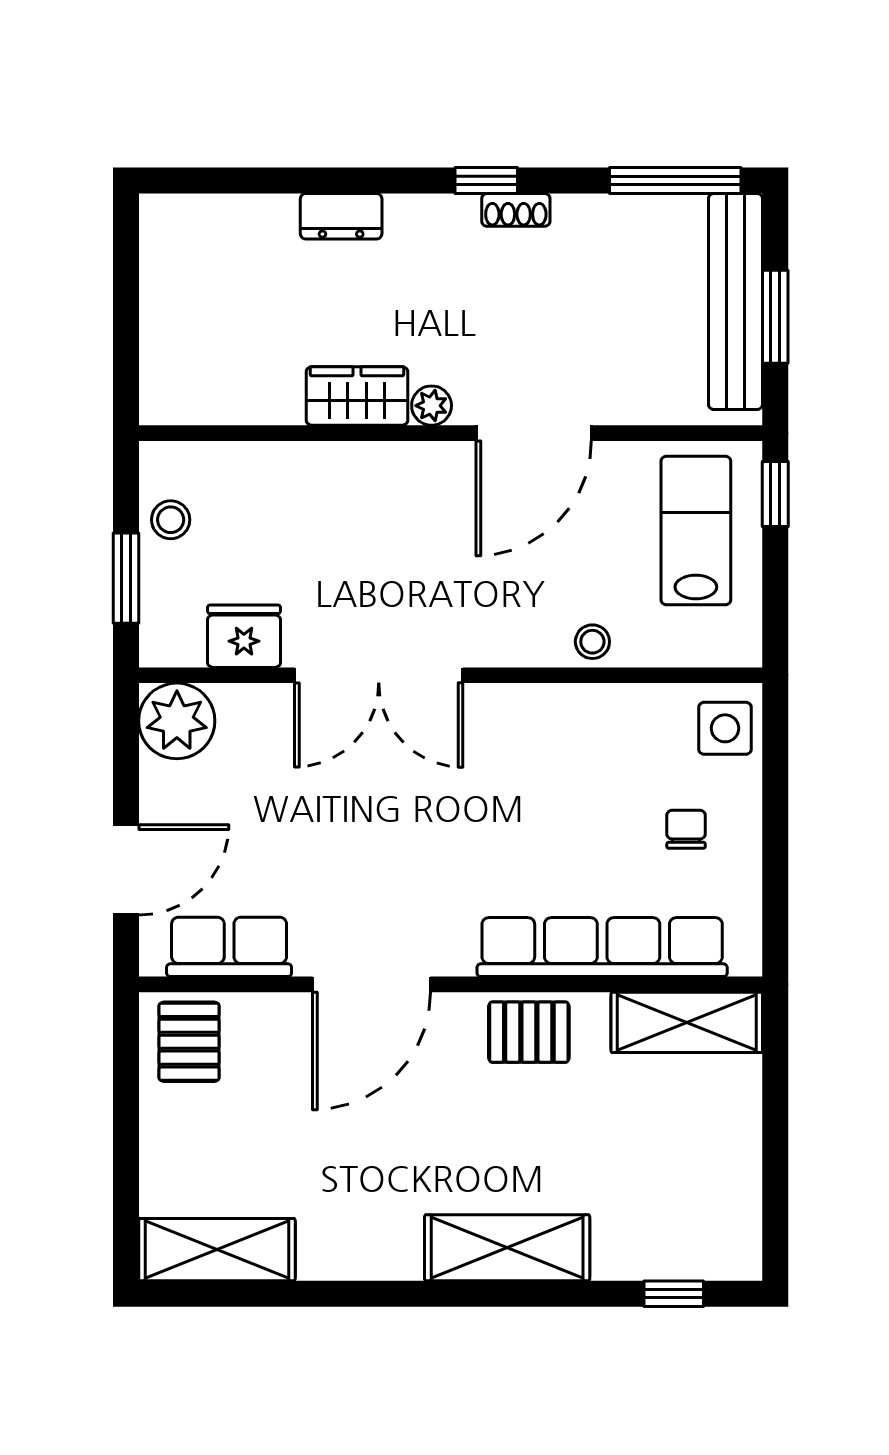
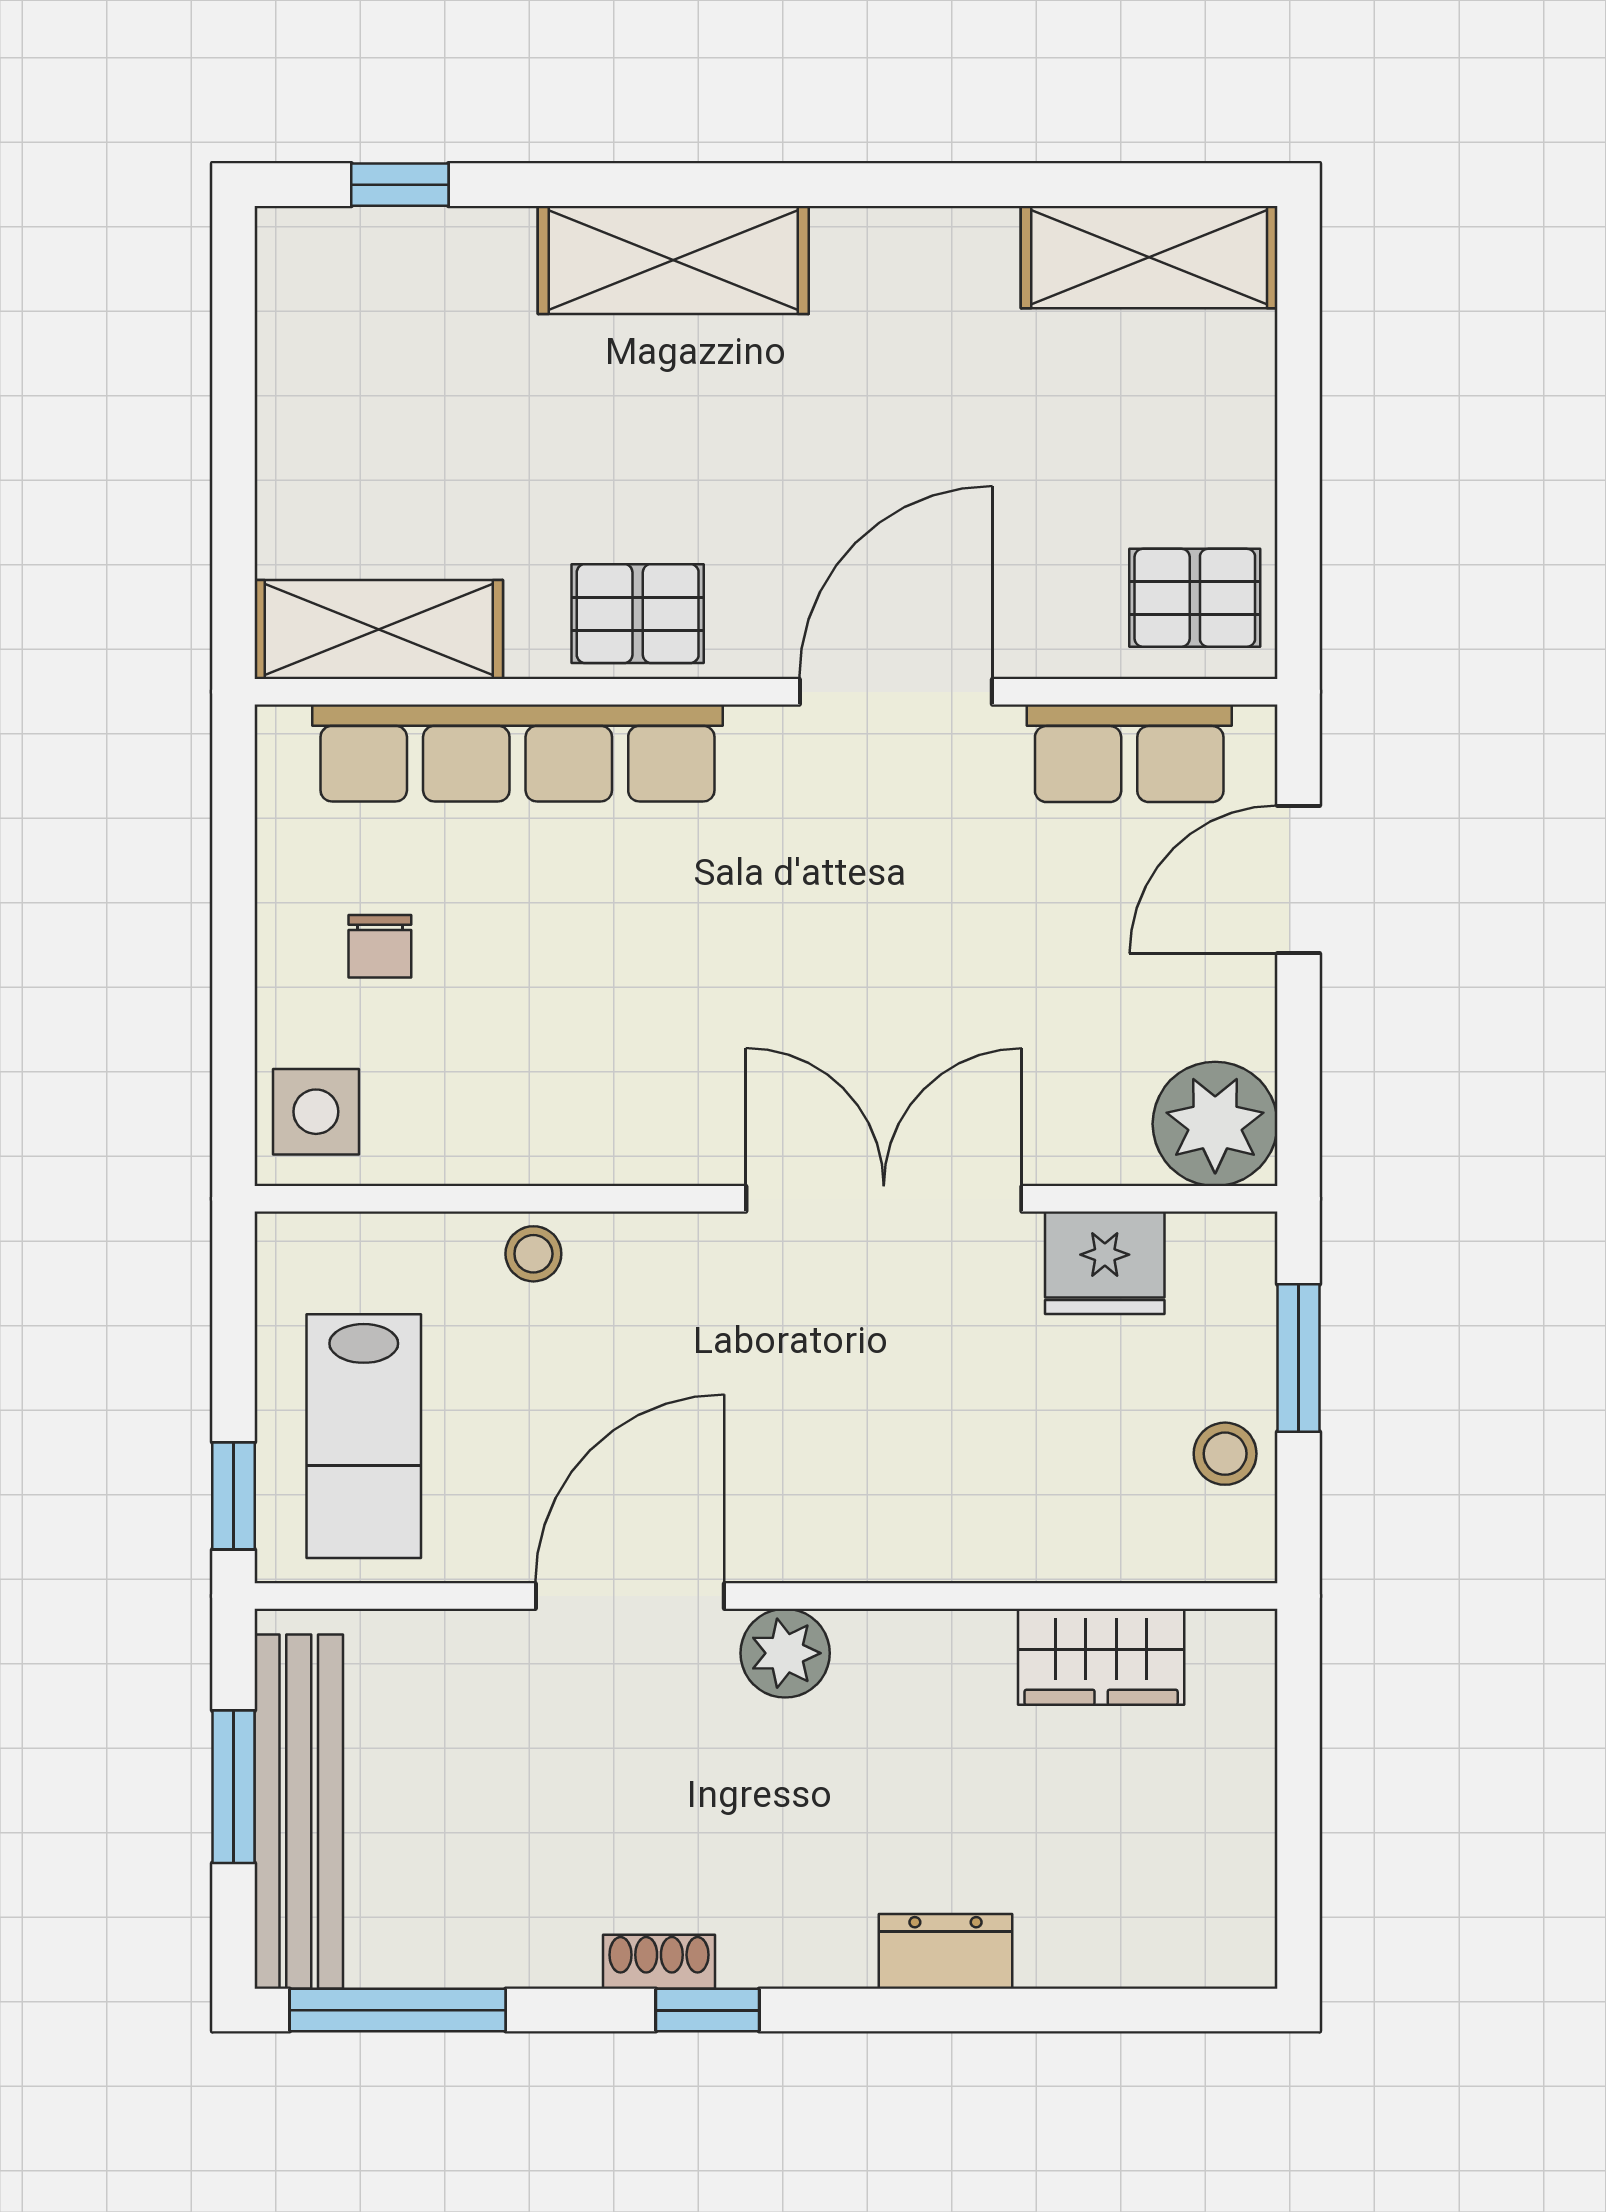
wardrobe: (357, 396) -> (1101, 1657), moved
plant: (432, 406) -> (785, 1653), width x1.38, depth x1.38
pallet: (189, 1042) -> (1195, 598), turned 90

